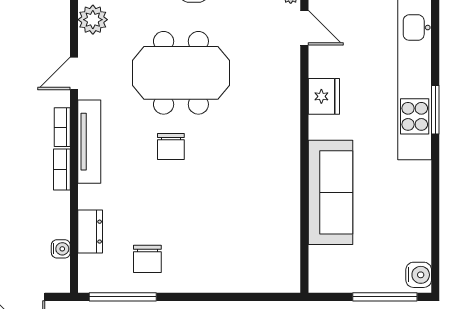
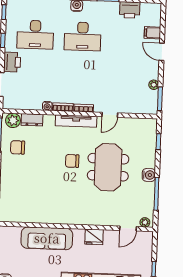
plant: (93, 20) -> (13, 120), moved
door: (74, 73) -> (110, 115), swing flipped
water cooler: (61, 249) -> (47, 106), moved

